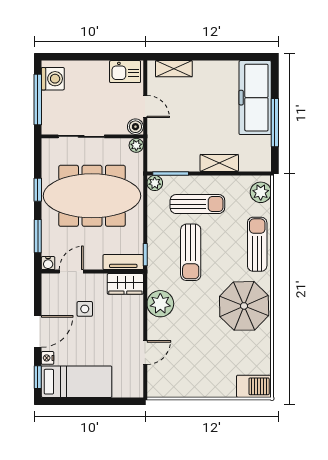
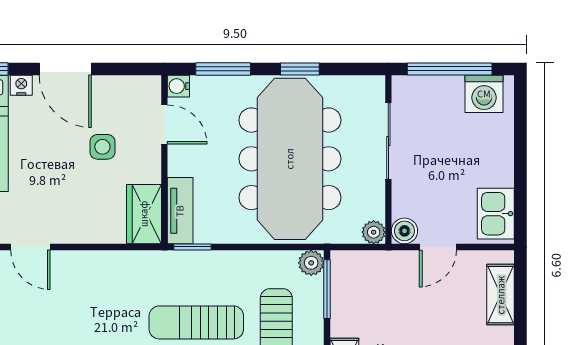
plant: (160, 304) -> (111, 272), removed

